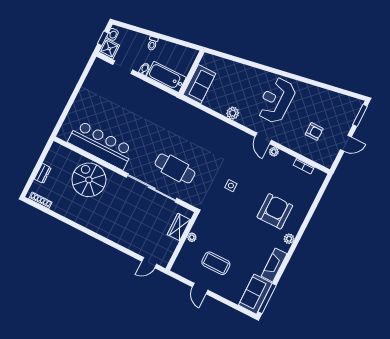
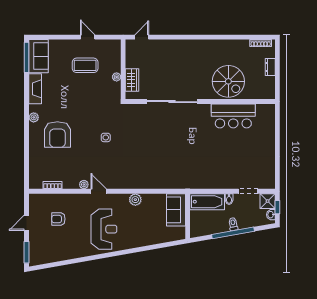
window: (157, 35) -> (233, 233), added
bar counter: (101, 145) -> (233, 116), width x0.73
cafe table: (175, 168) -> (160, 128), removed

